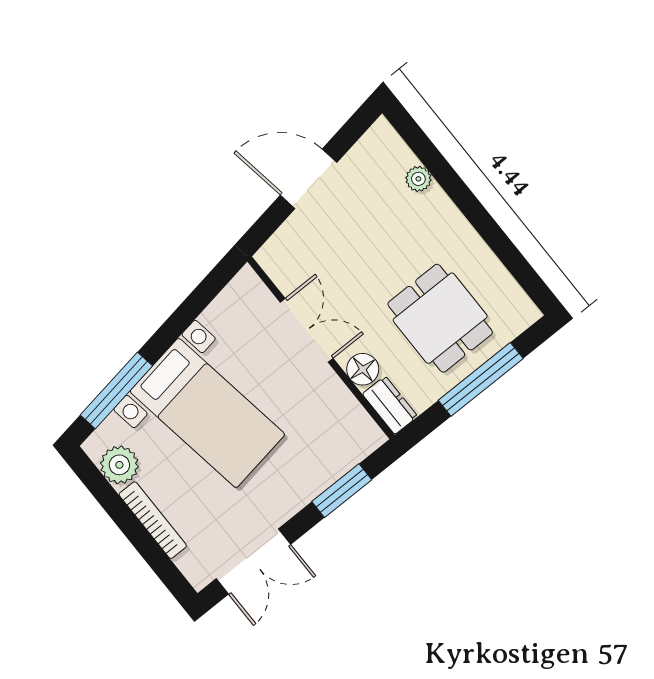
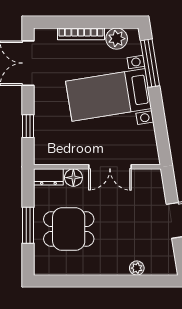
window: (481, 379) -> (28, 225), width x0.69
window: (342, 491) -> (28, 126), width x0.67

